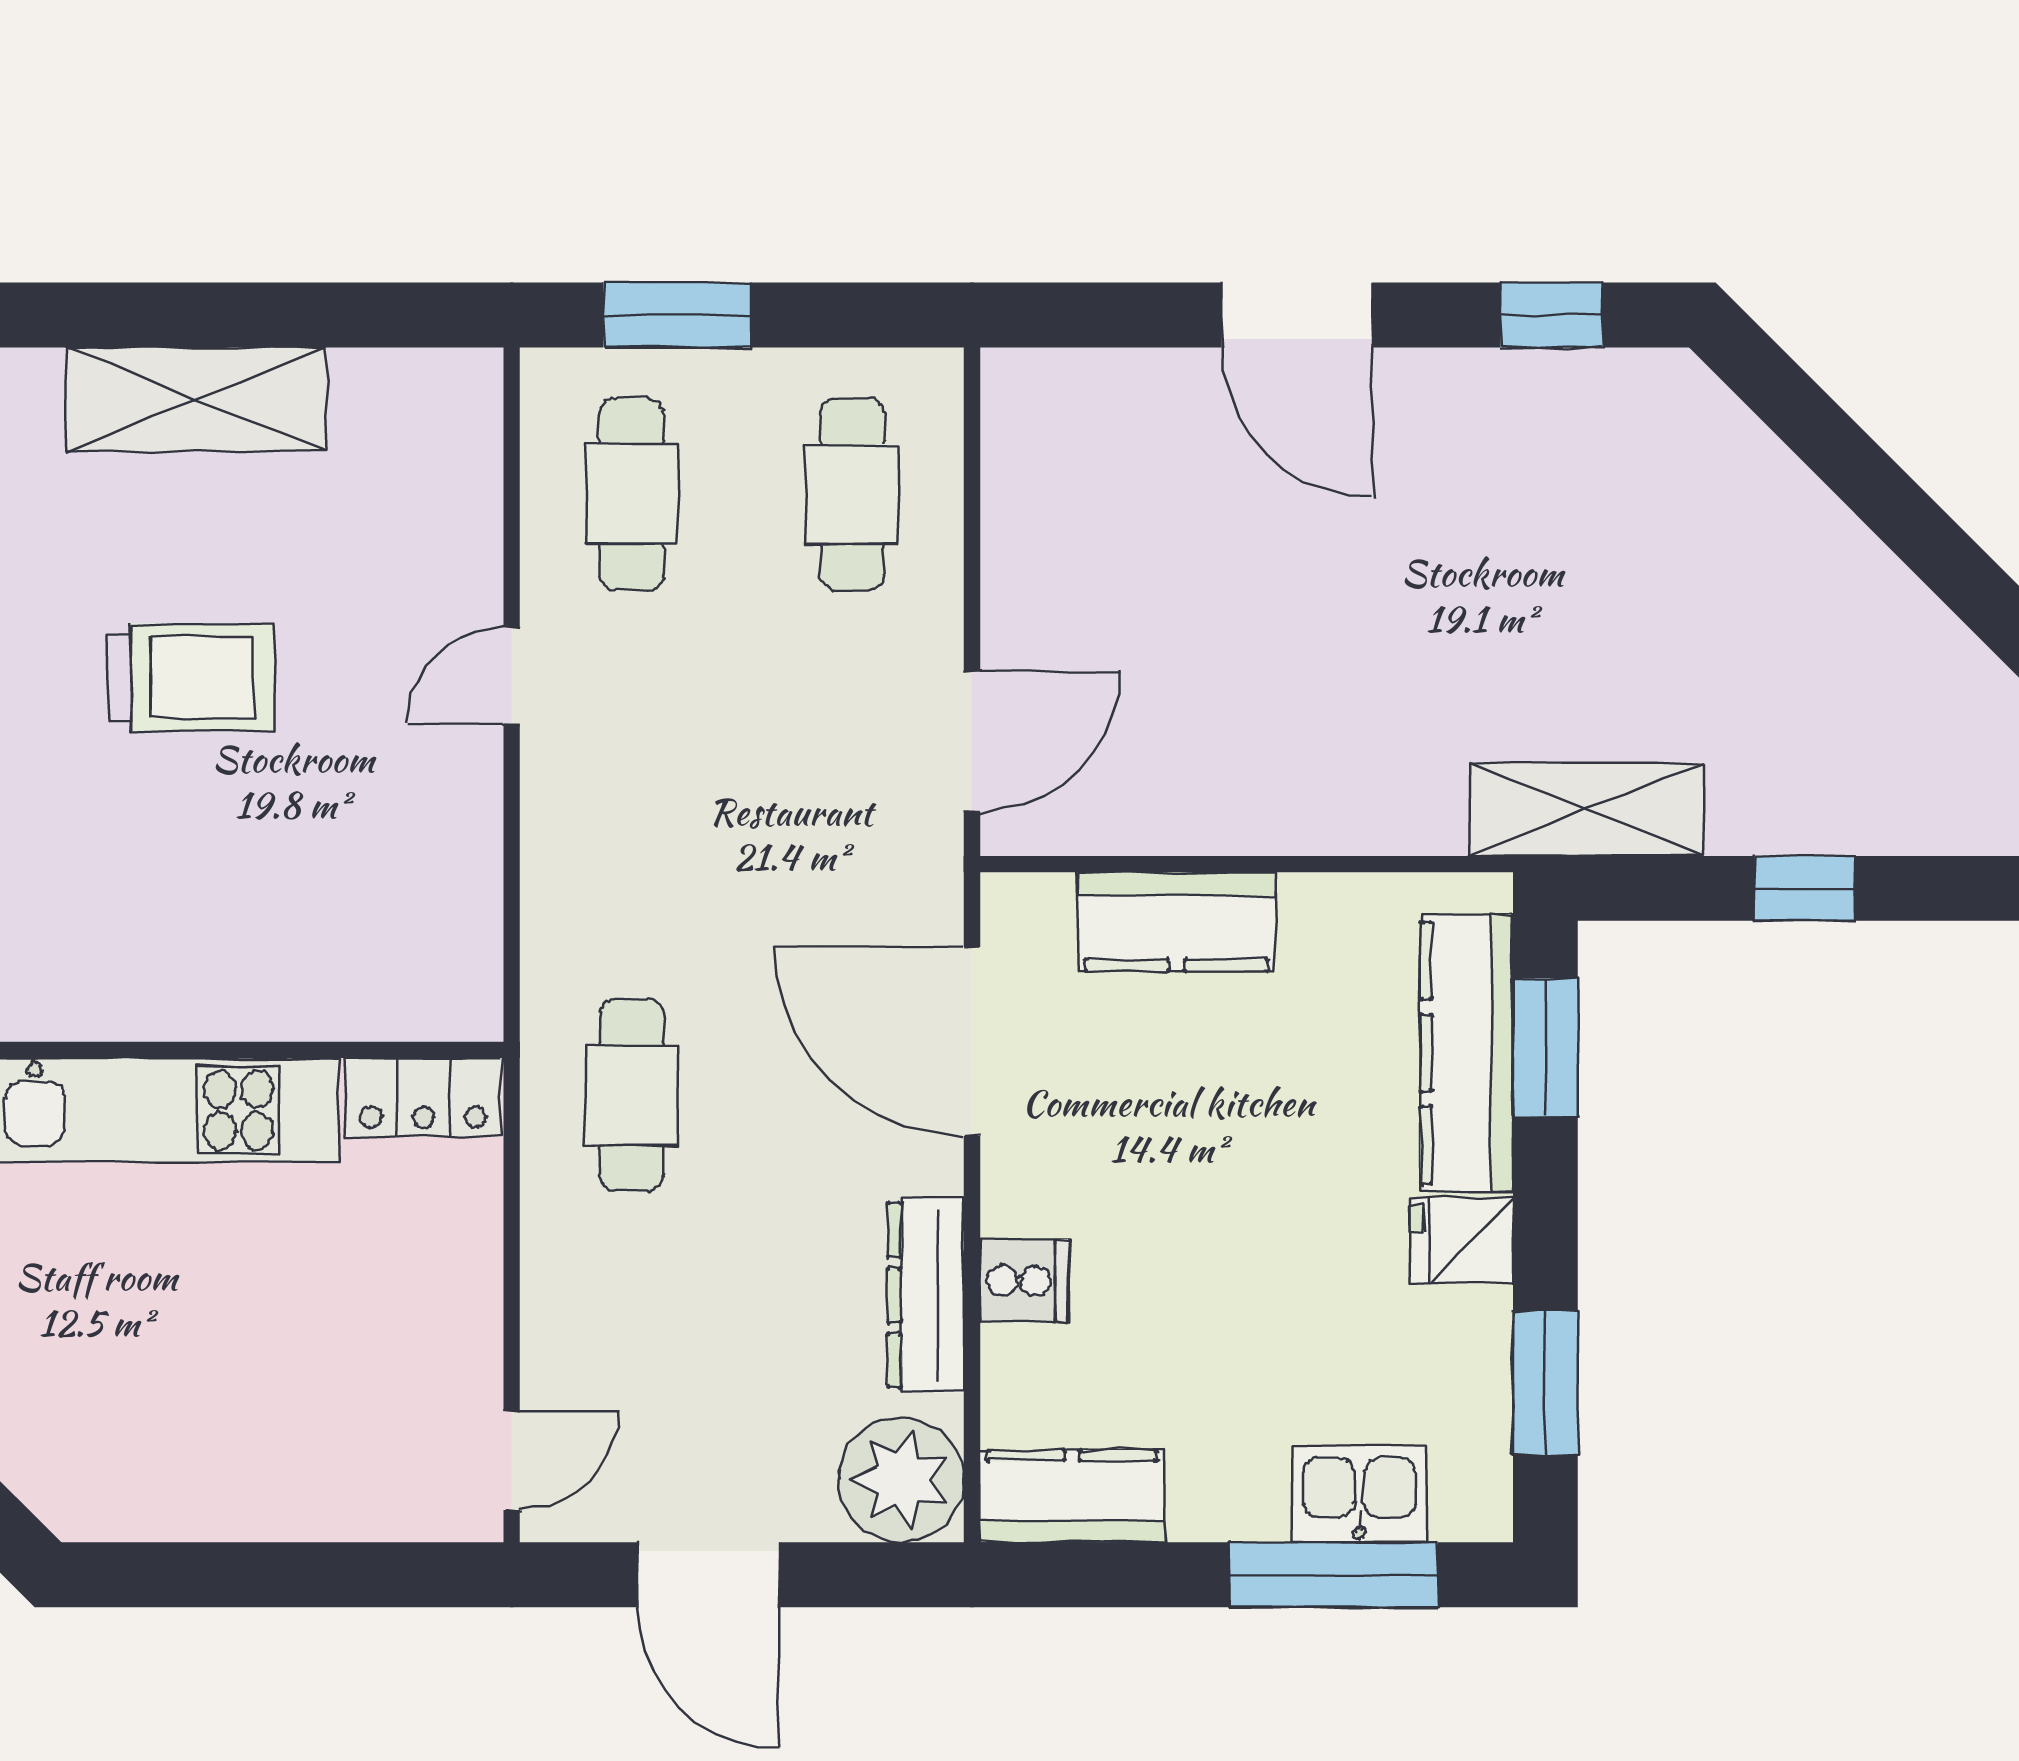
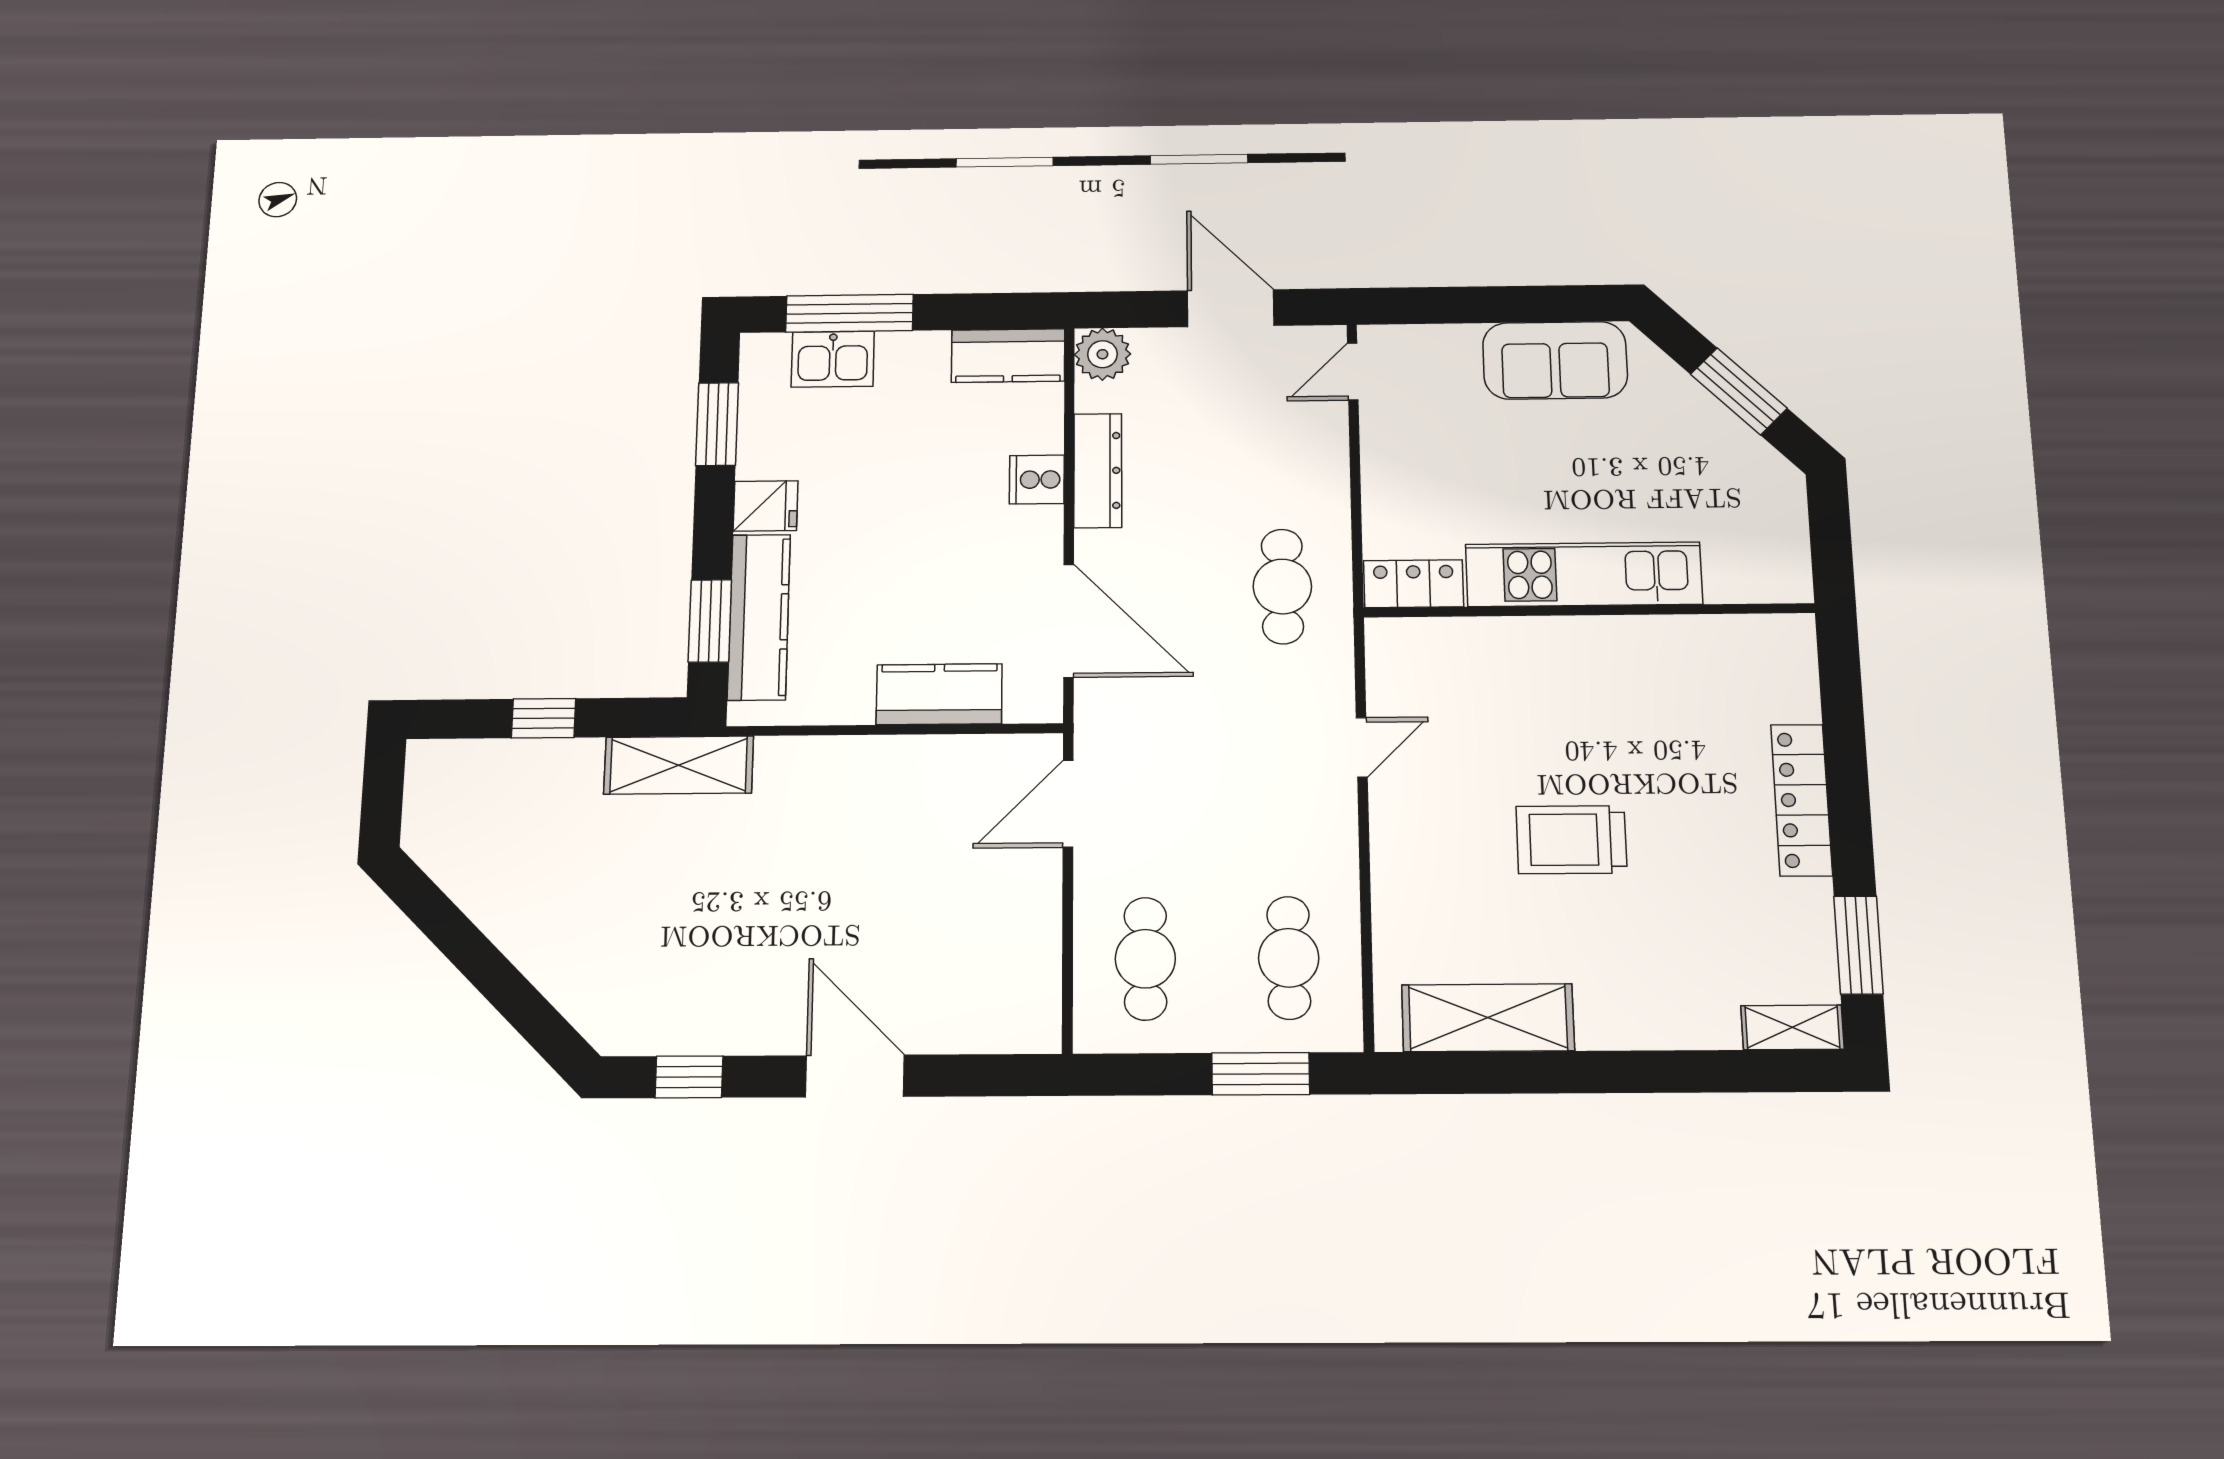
shelving: (196, 399) -> (1488, 1018), moved
door: (512, 675) -> (1362, 747), moved
sofa: (184, 1476) -> (1555, 360), added
plant: (901, 1480) -> (1102, 354), width x0.73, depth x0.73

